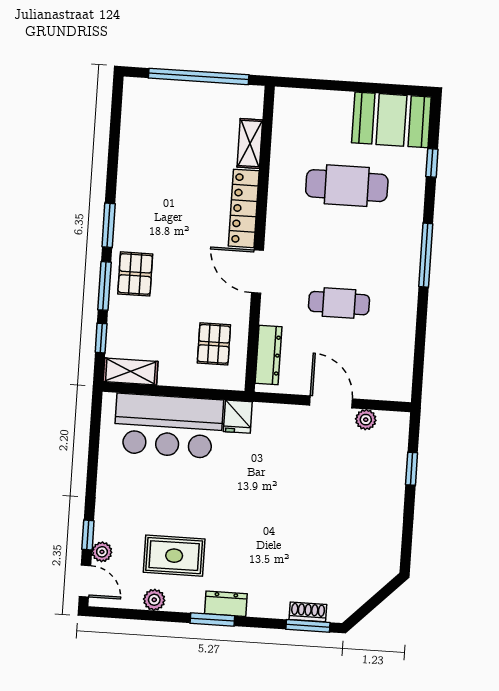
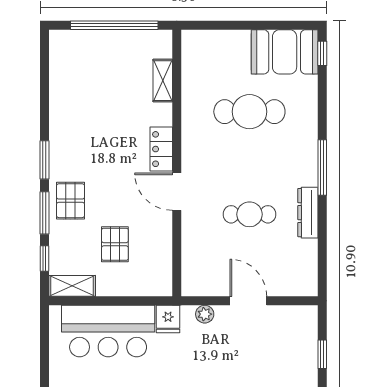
window: (432, 163) -> (322, 53), moved
locker: (244, 208) -> (161, 149), width x0.66
pallet: (214, 344) -> (115, 244), moved
dresser: (268, 355) -> (308, 213), moved, turned 180
plant: (366, 420) -> (205, 314), moved

